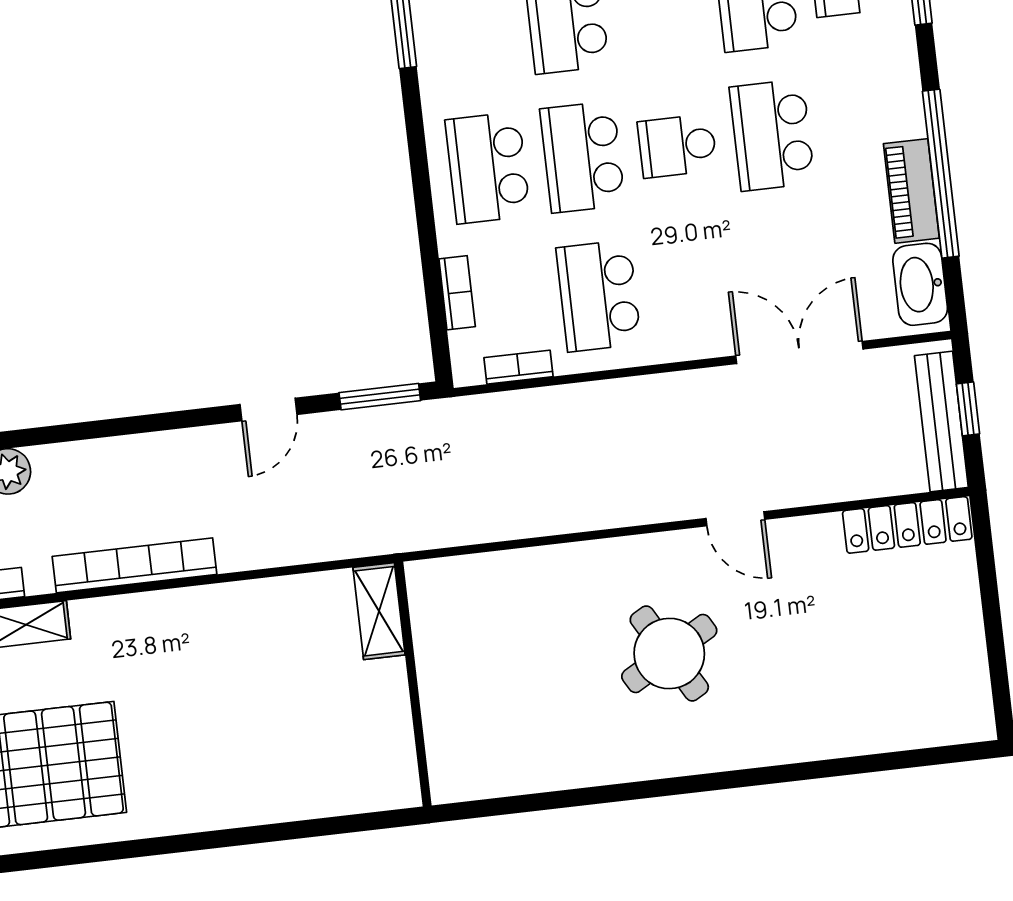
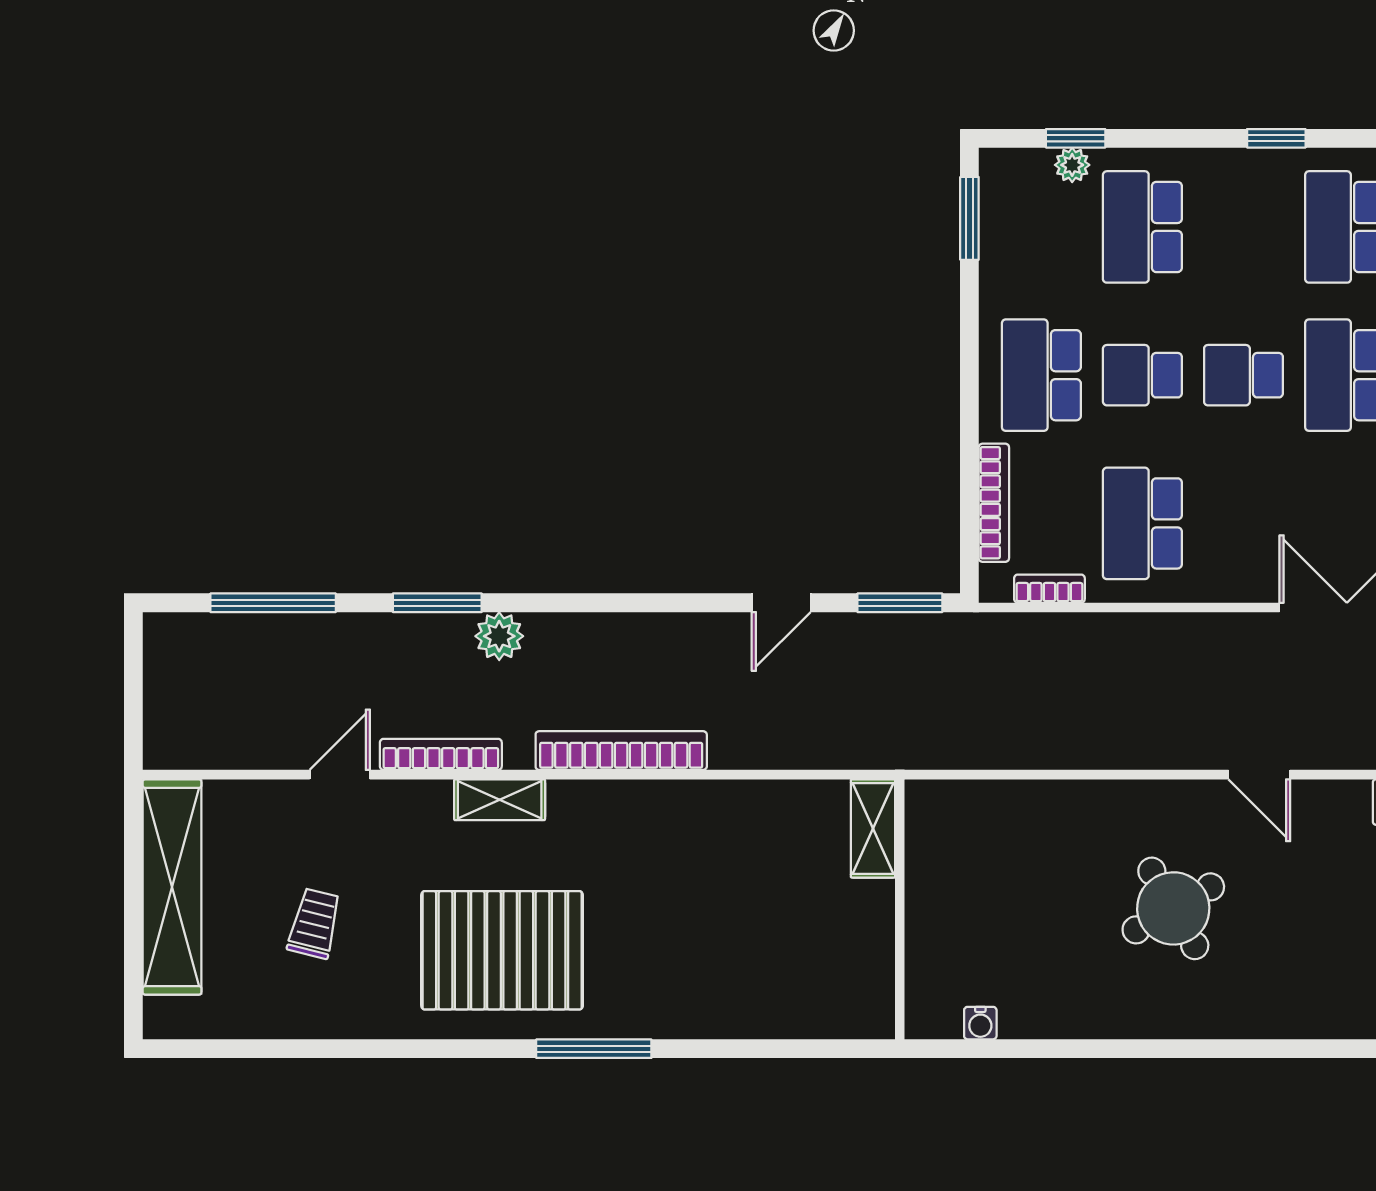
school desk: (582, 157) -> (1142, 375), width x0.54
bookcase: (457, 293) -> (994, 503), width x1.56
water cooler: (501, 782) -> (980, 1023), added
window: (141, 848) -> (594, 1049), added

